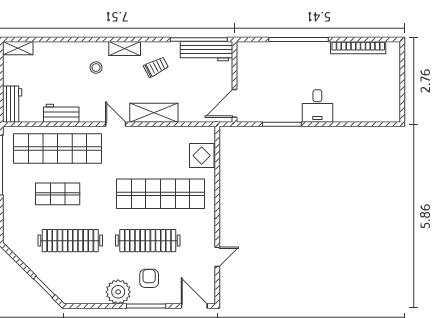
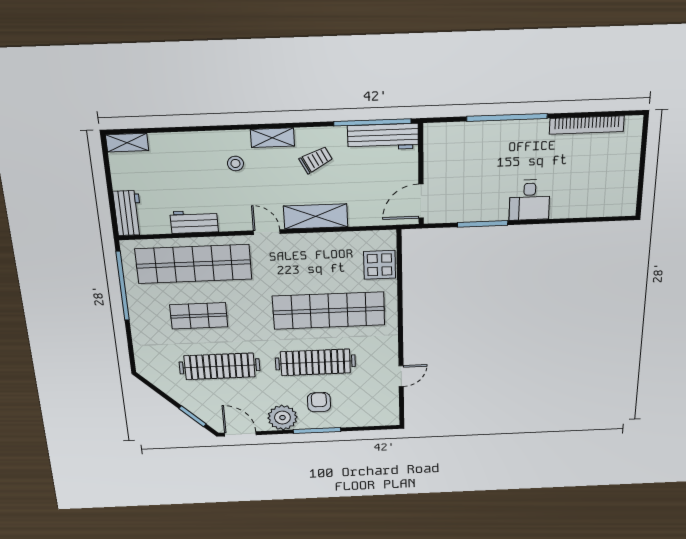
door: (194, 306) -> (240, 434), moved

